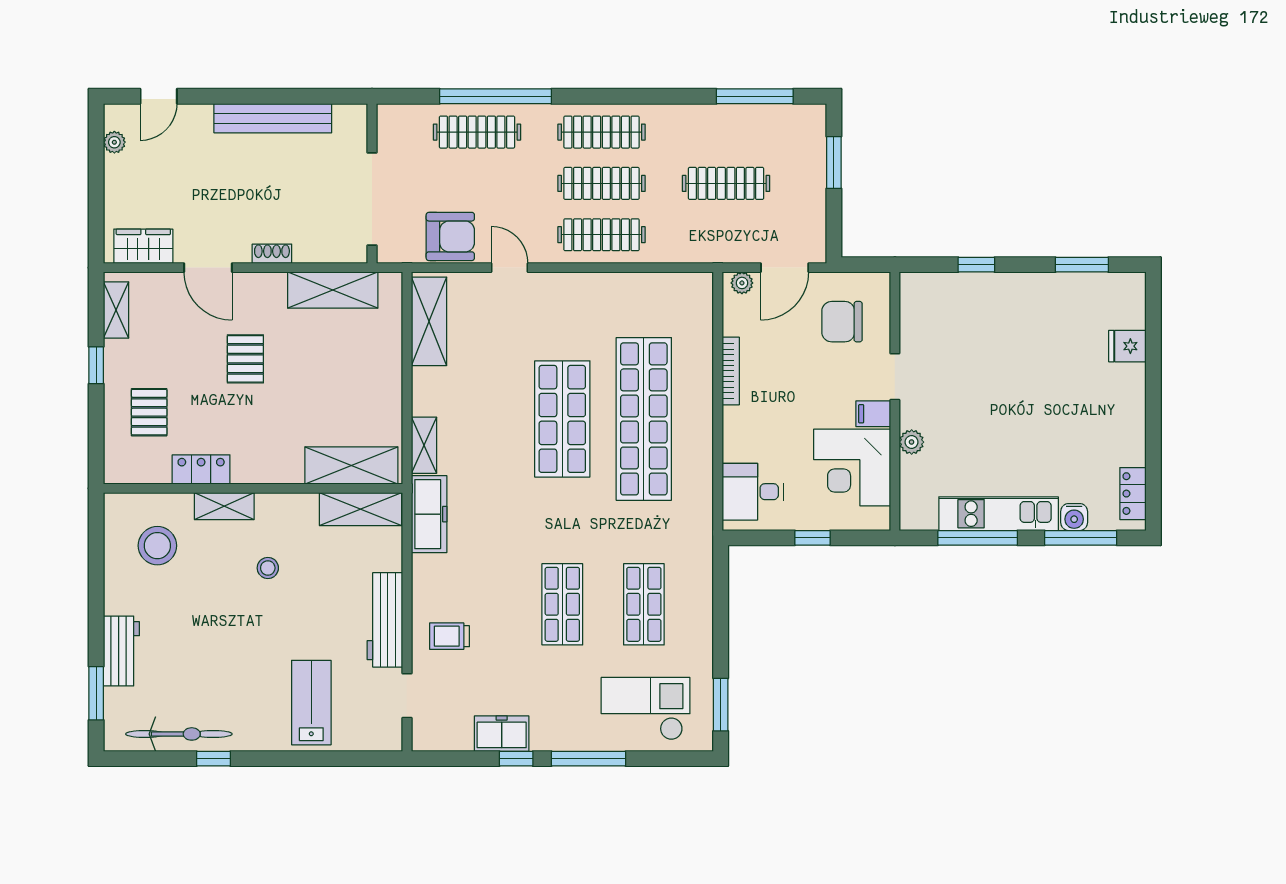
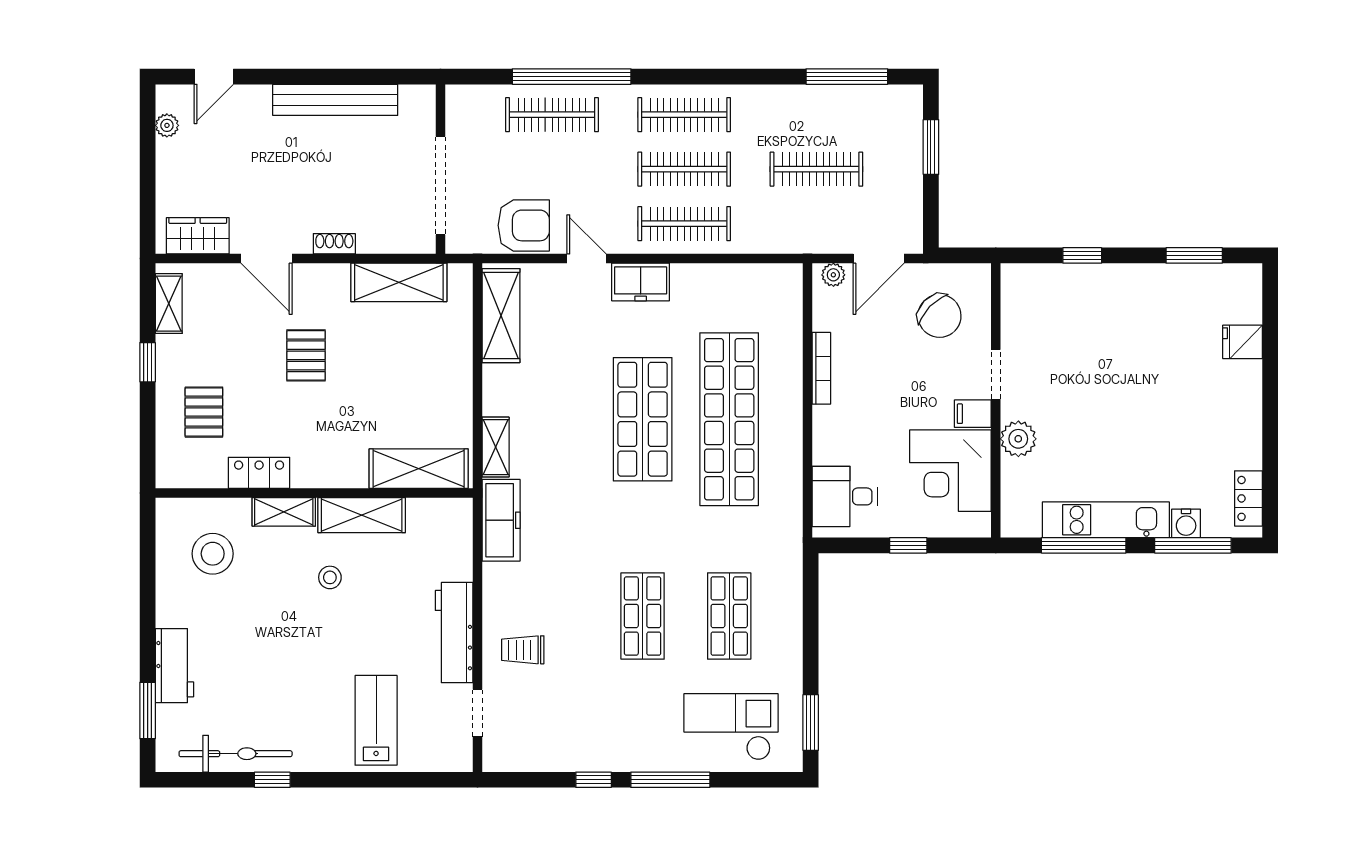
chair: (842, 322) -> (940, 316), turned -136
plant: (912, 442) -> (1018, 439), width x1.38, depth x1.38
shelving: (361, 509) -> (362, 515), moved
freezer: (502, 734) -> (641, 282), moved, turned 180

